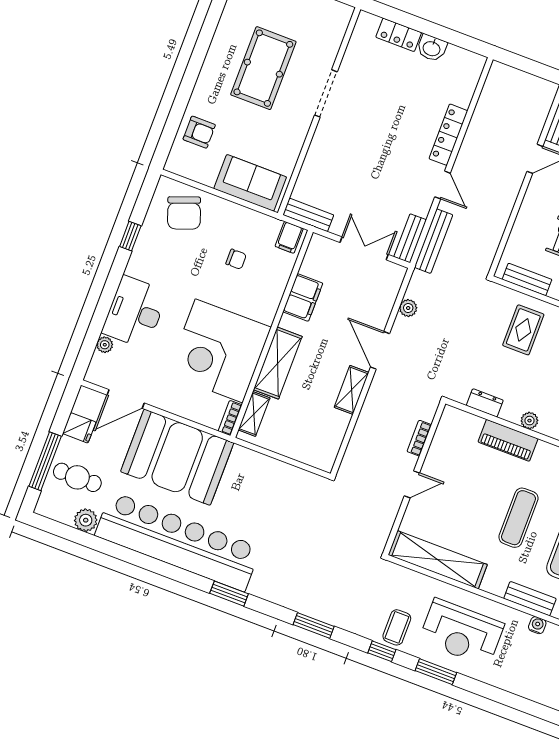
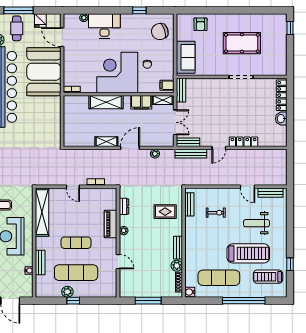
locker: (399, 35) -> (282, 95), width x1.53
corner desk: (219, 351) -> (117, 72), moved
shelving: (254, 414) -> (163, 100), moved

